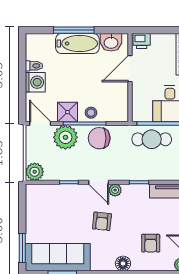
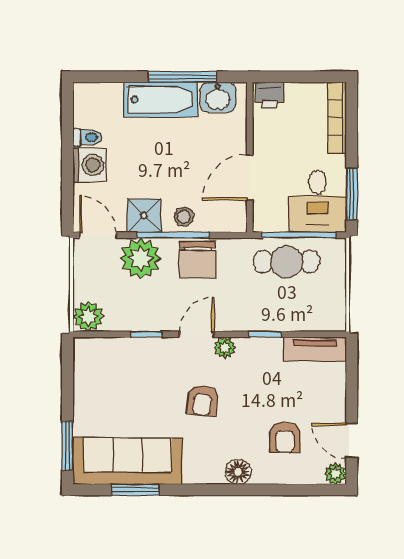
window: (74, 30) -> (182, 77), moved
door: (130, 69) -> (250, 177), moved
chair: (99, 138) -> (198, 260), turned -90
door: (99, 182) -> (197, 334), swing flipped

